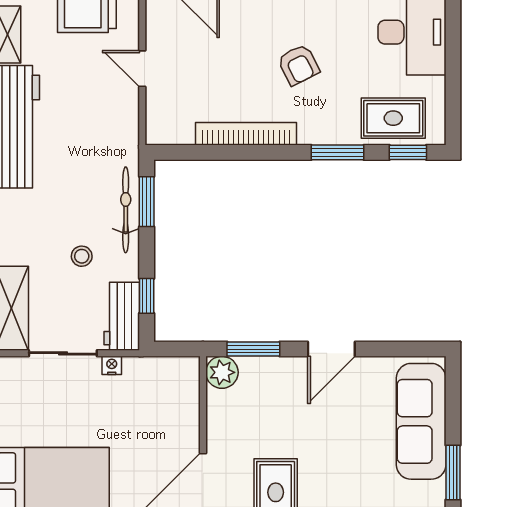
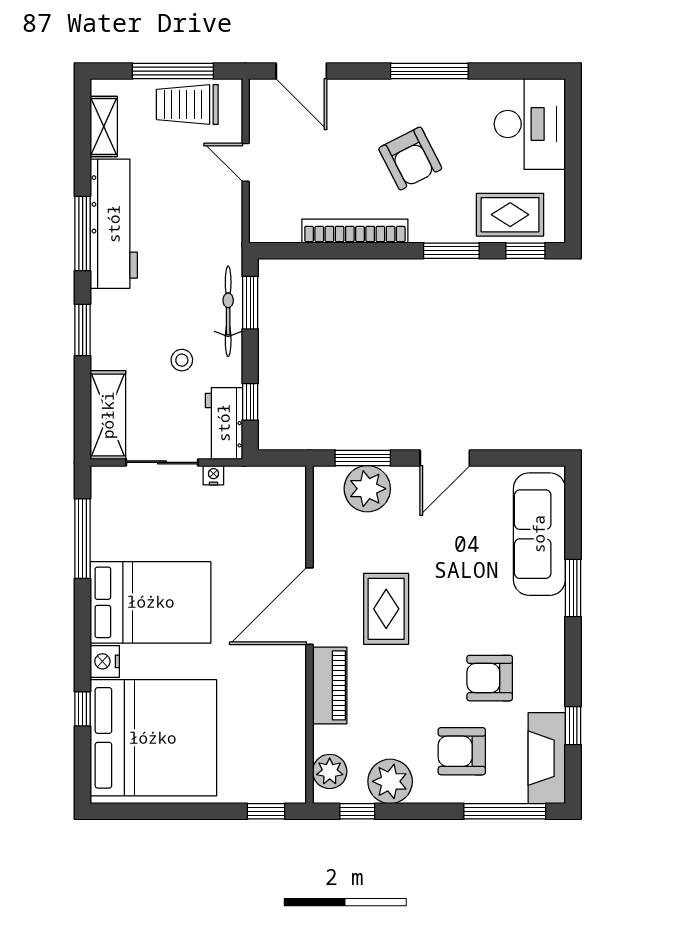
armchair: (299, 65) -> (410, 158), width x1.38, depth x1.38
plant: (222, 372) -> (367, 489), moved, width x1.36, depth x1.36

